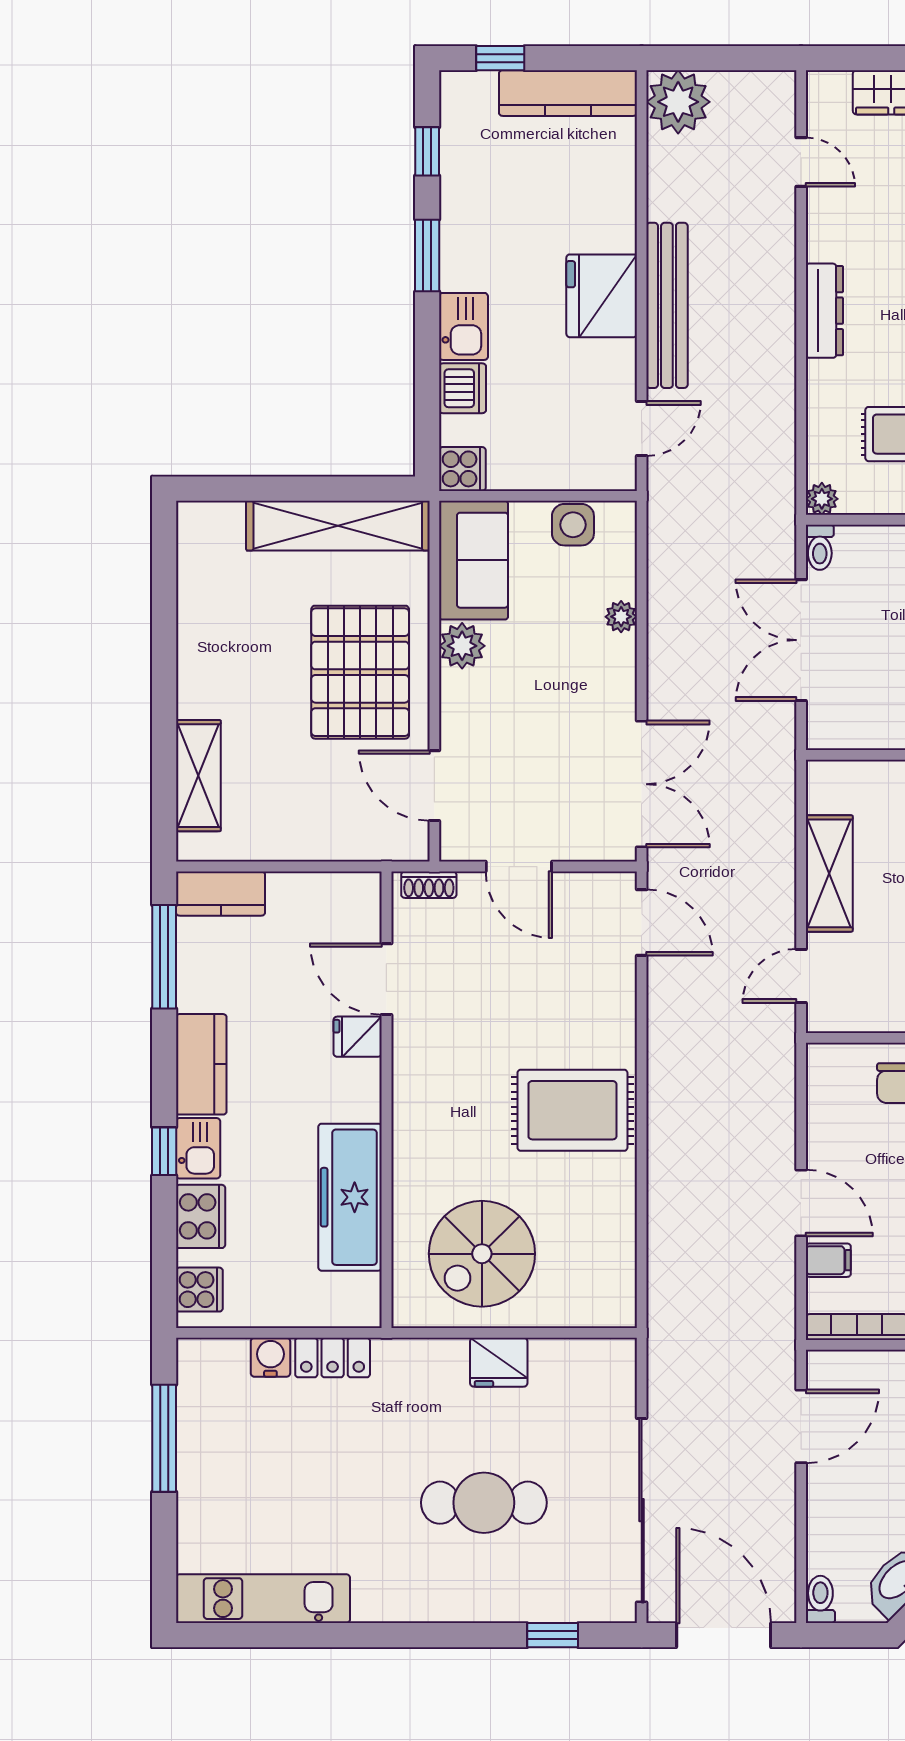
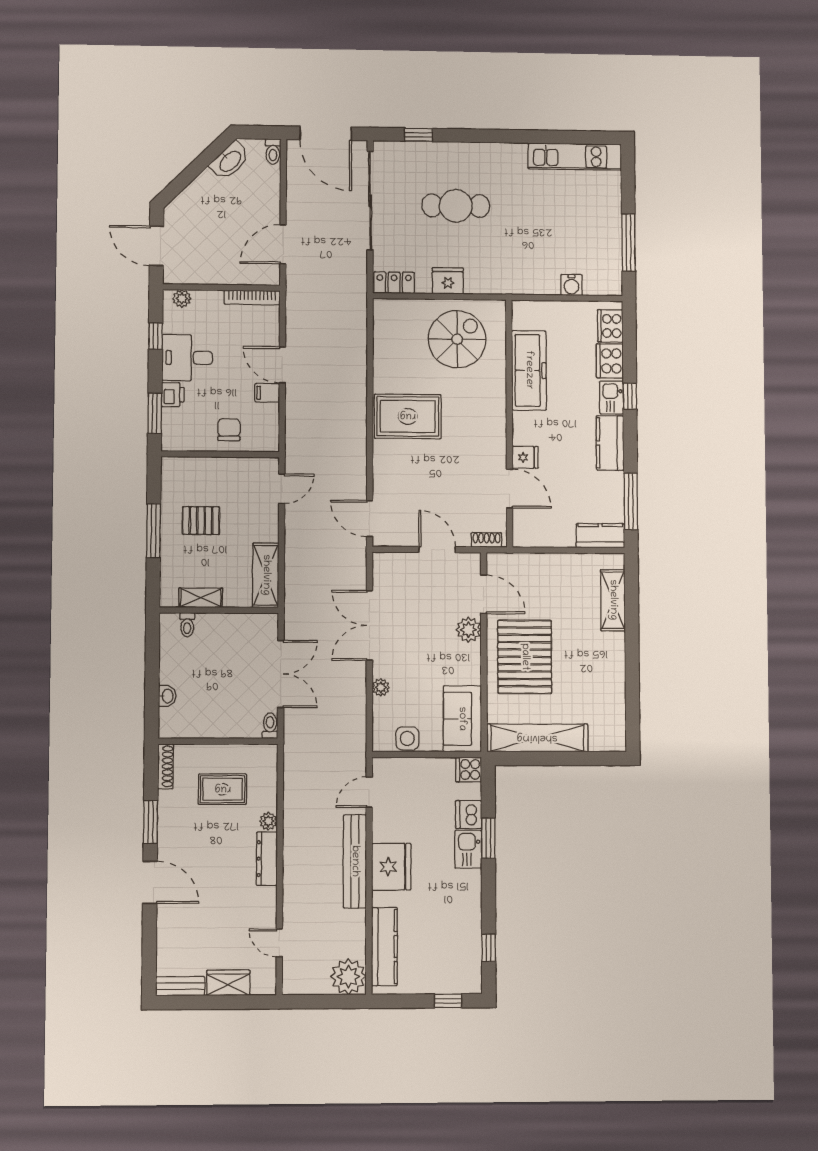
kitchen counter: (568, 93) -> (384, 946), moved, turned 90
window: (427, 255) -> (488, 838), moved
plant: (822, 499) -> (268, 821), moved
plant: (462, 646) -> (469, 630), moved
double door: (642, 784) -> (369, 625), moved
shelving: (829, 873) -> (266, 575), moved
filing cabinet: (828, 1260) -> (267, 393), moved
cooker: (199, 1290) -> (610, 326), width x1.36
locker: (333, 1358) -> (394, 283), moved

